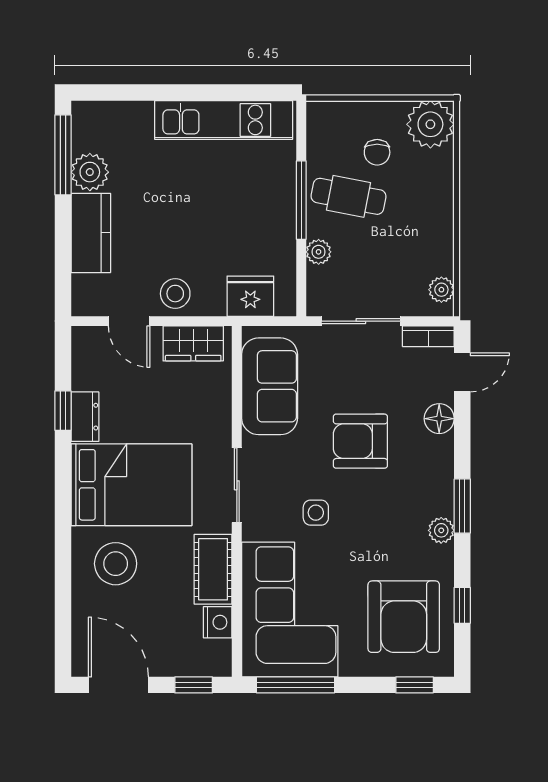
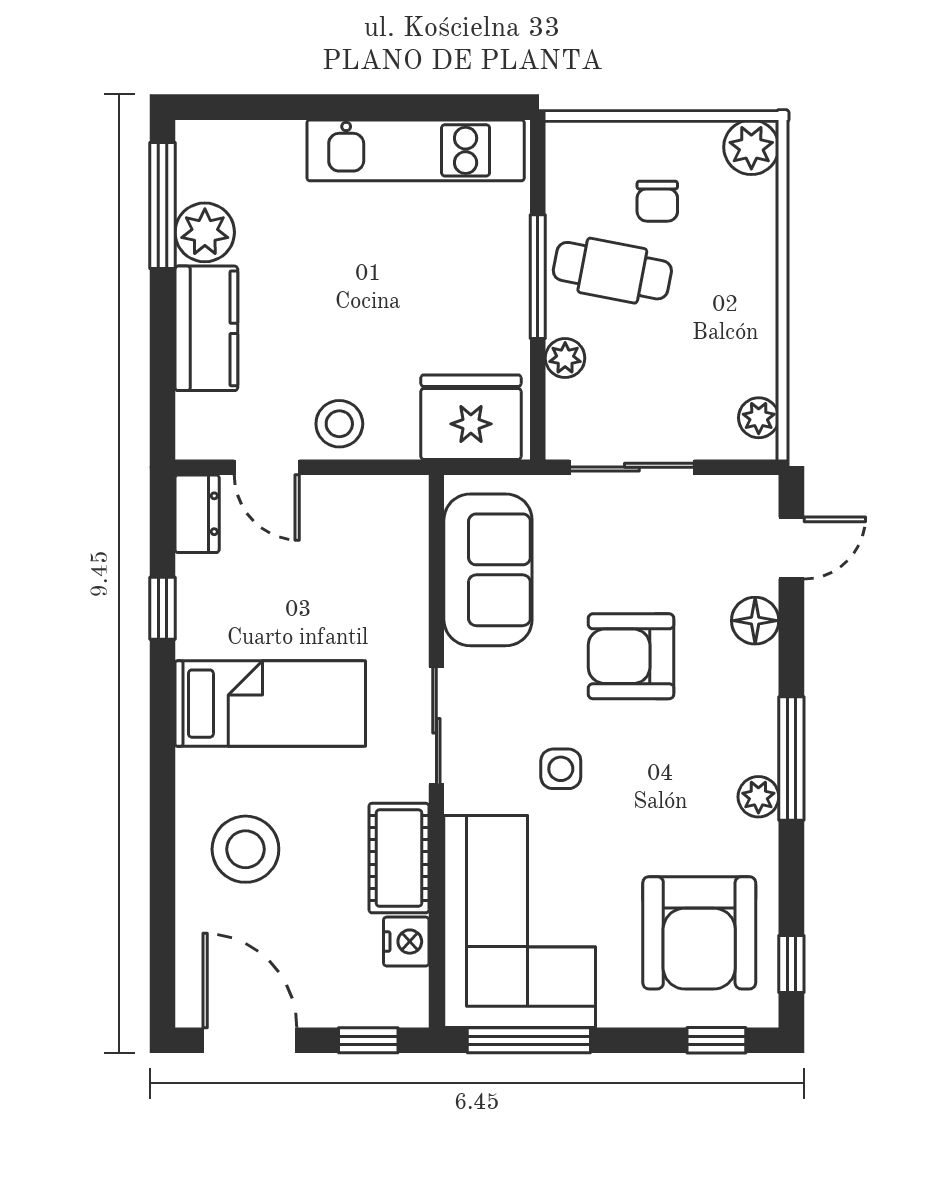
plant: (430, 124) -> (751, 147), width x0.73, depth x0.73
fridge: (250, 296) -> (471, 417), width x1.36, depth x1.34
bookcase: (428, 336) -> (738, 491), removed
wardrobe: (193, 343) -> (368, 502), removed
dresser: (85, 417) -> (197, 514), moved
bed: (131, 485) -> (270, 704), width x0.67
window: (462, 506) -> (791, 758), width x1.44
window: (462, 605) -> (791, 964), moved

